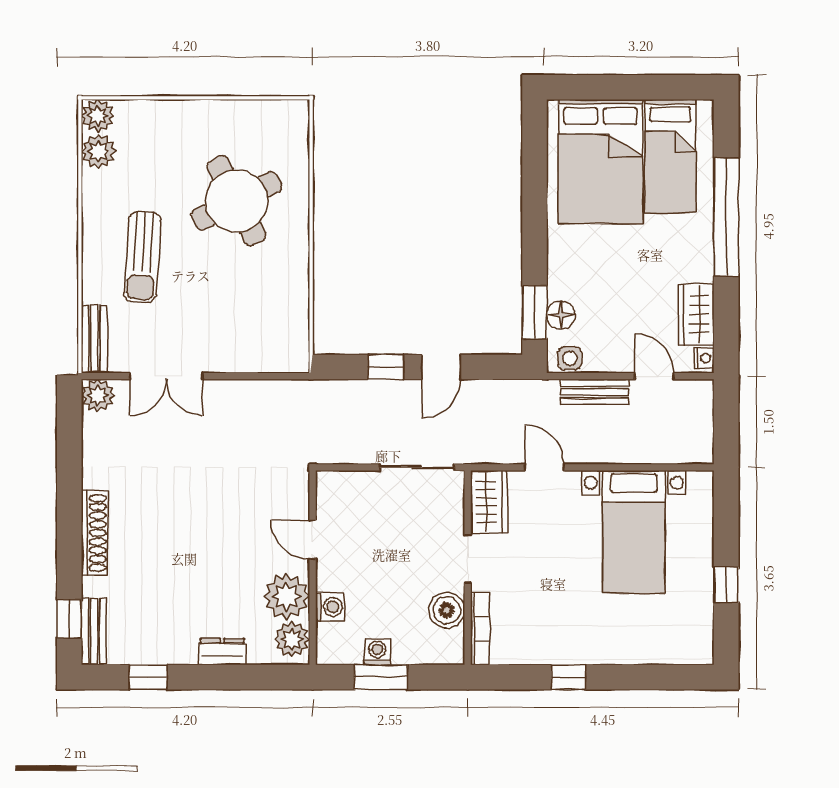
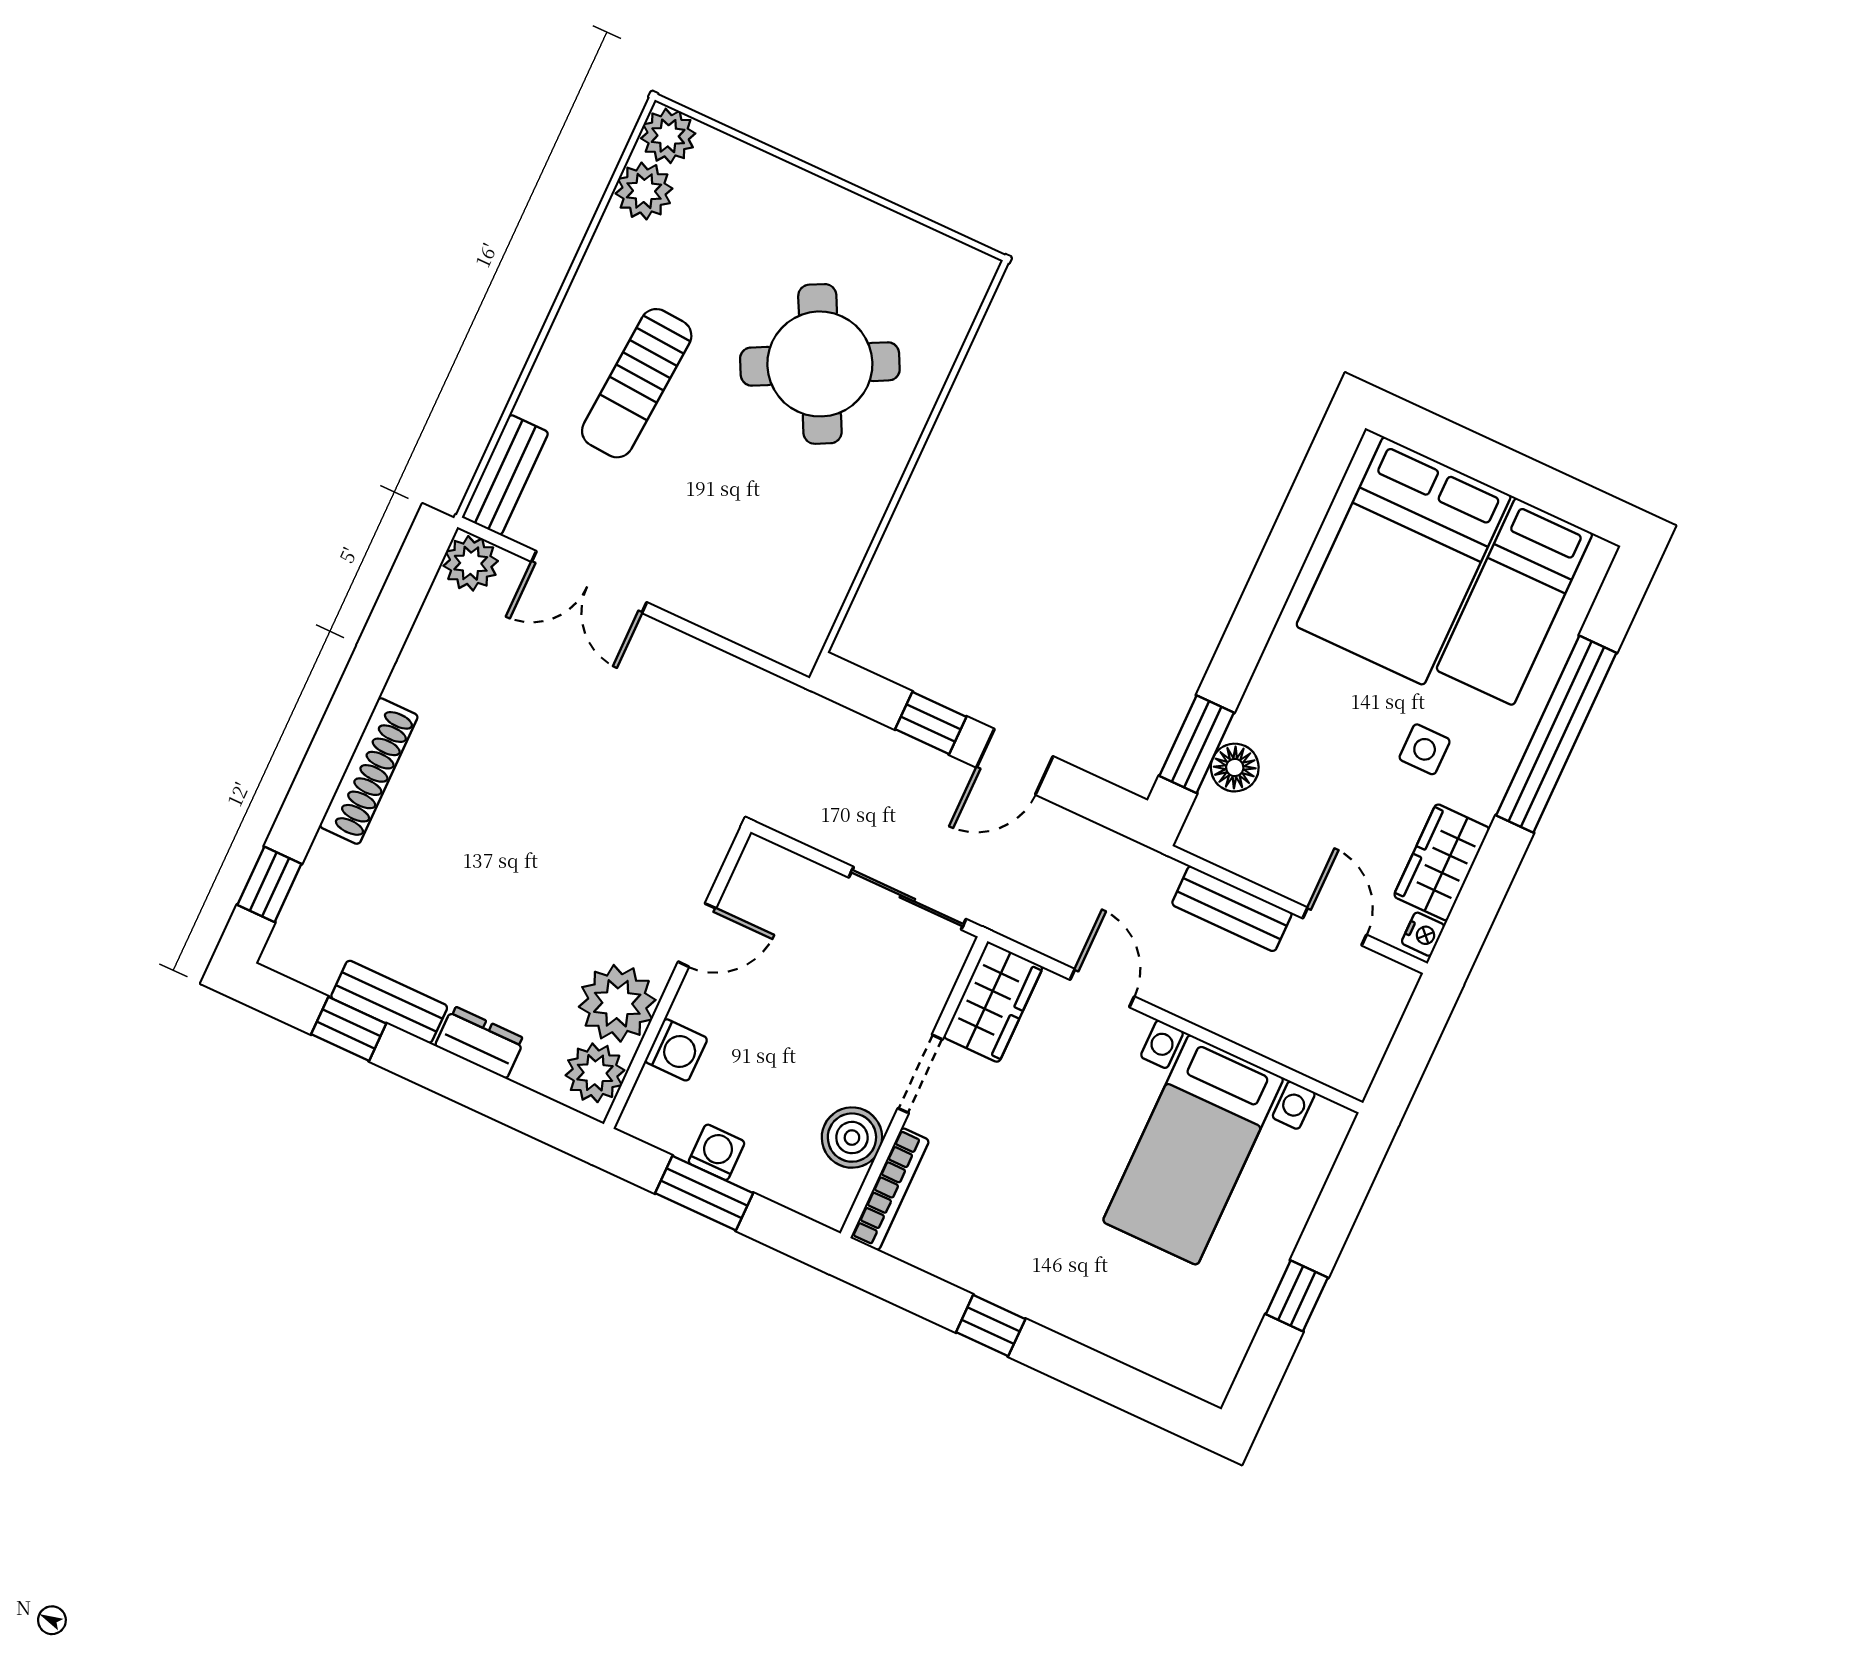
side table: (570, 358) -> (1425, 749), moved
door: (313, 540) -> (697, 935), swing flipped
bench: (94, 631) -> (389, 1002), moved, turned 90

